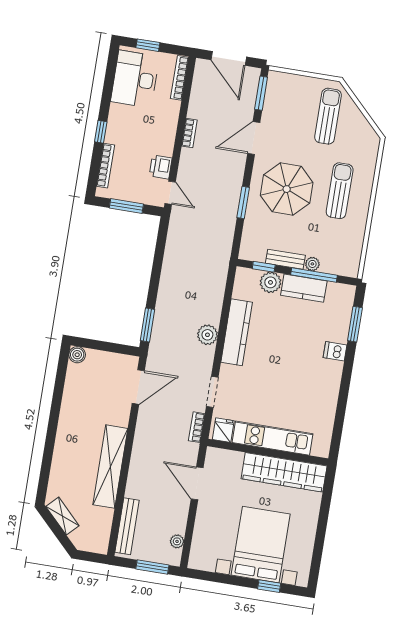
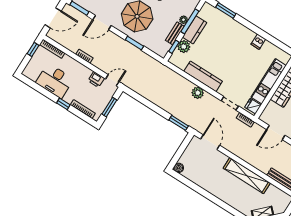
window: (148, 45) -> (33, 49), moved
desk: (135, 79) -> (55, 81), moved
door: (254, 138) -> (102, 23), hinge flipped
dishwasher: (335, 351) -> (258, 42), moved

